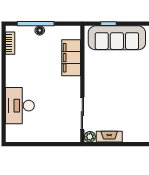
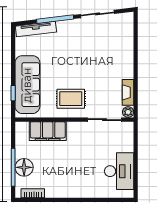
floor lamp: (40, 30) -> (24, 167), width x1.89, depth x1.89
rug: (103, 80) -> (71, 99), added
desk: (20, 106) -> (119, 171), moved, turned -90

